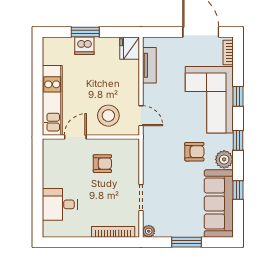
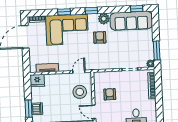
window: (238, 190) -> (137, 9), moved
window: (187, 242) -> (157, 50), moved

